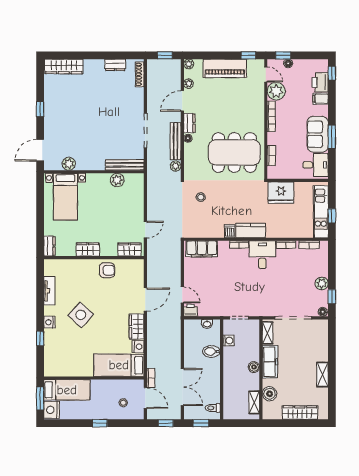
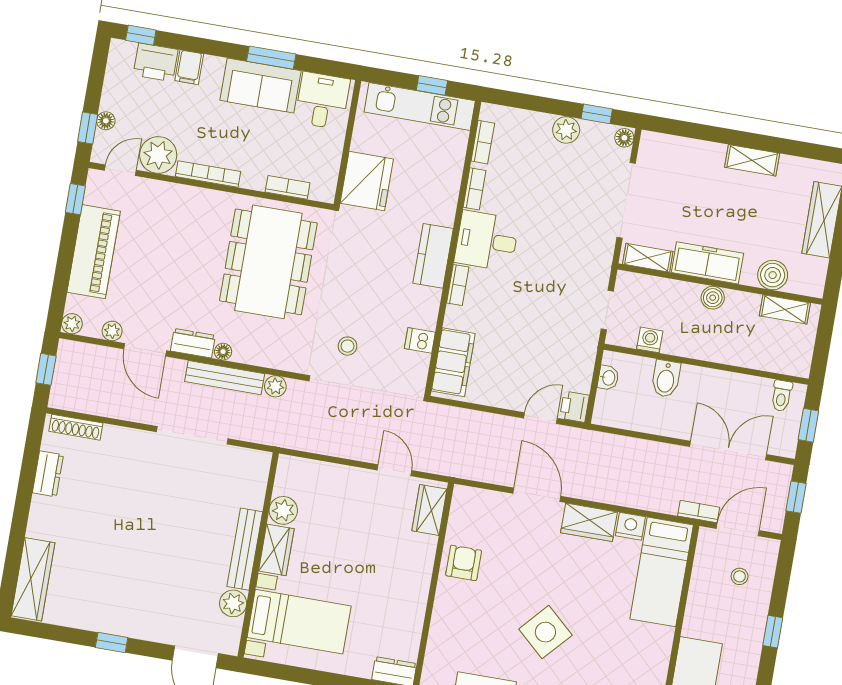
bench: (125, 165) -> (245, 549), moved
dishwasher: (230, 231) -> (420, 340), moved
wardrobe: (88, 249) -> (276, 550), moved, turned 180

